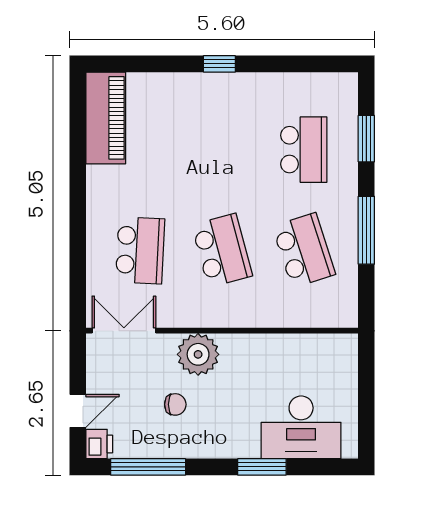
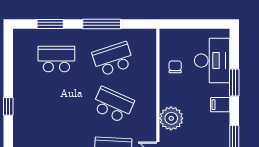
school desk: (222, 250) -> (113, 105), turned 39
chair: (175, 404) -> (175, 67), moved
filing cabinet: (222, 442) -> (220, 105), added

